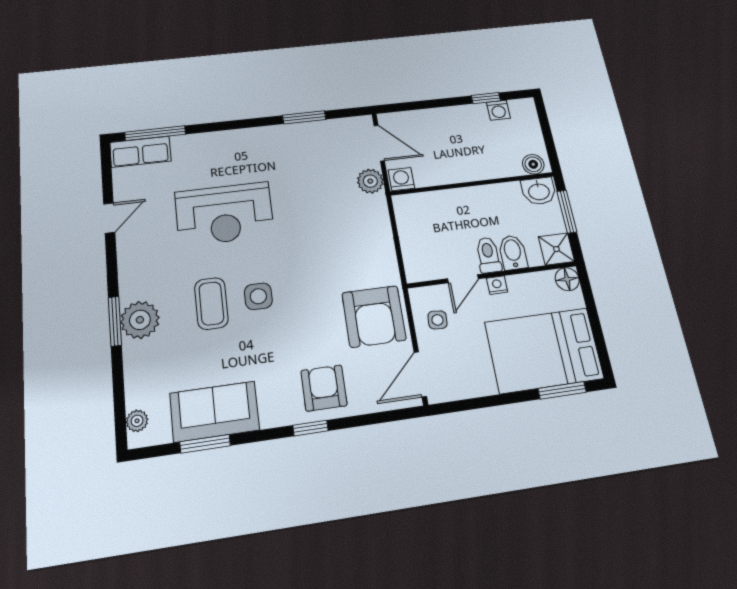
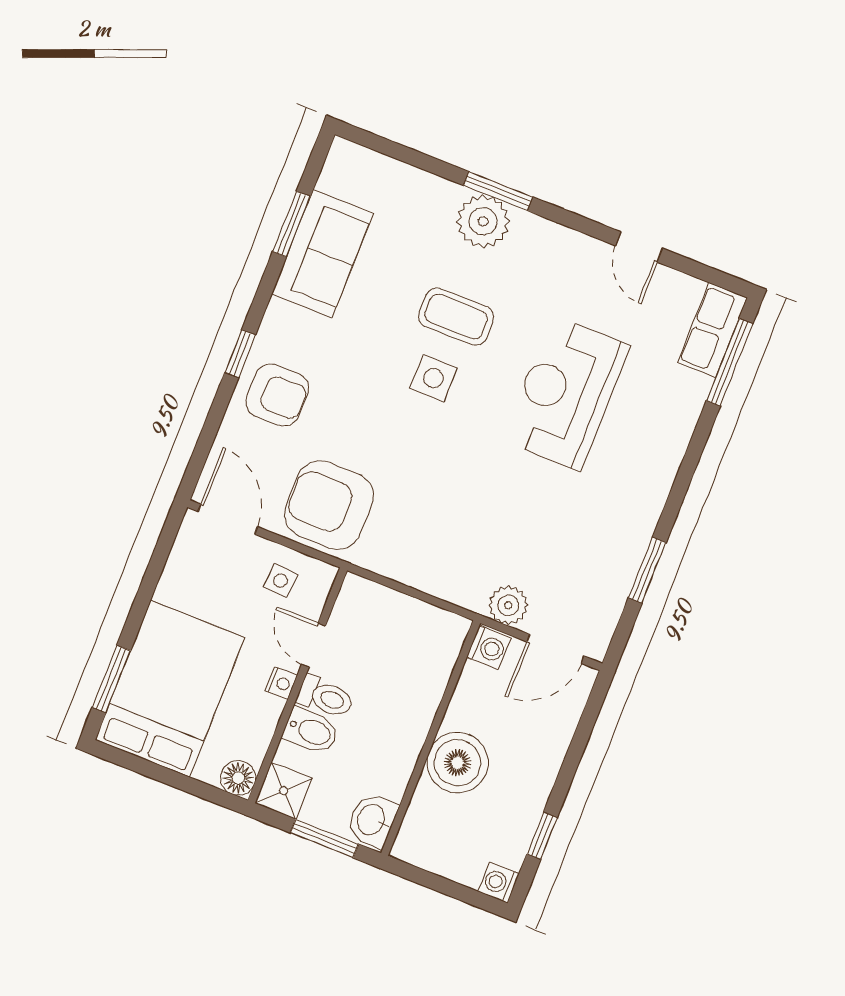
washing machine: (498, 110) -> (499, 883), moved
boiler: (533, 164) -> (457, 763), moved, width x1.86, depth x1.86
plant: (137, 421) -> (362, 160), removed

